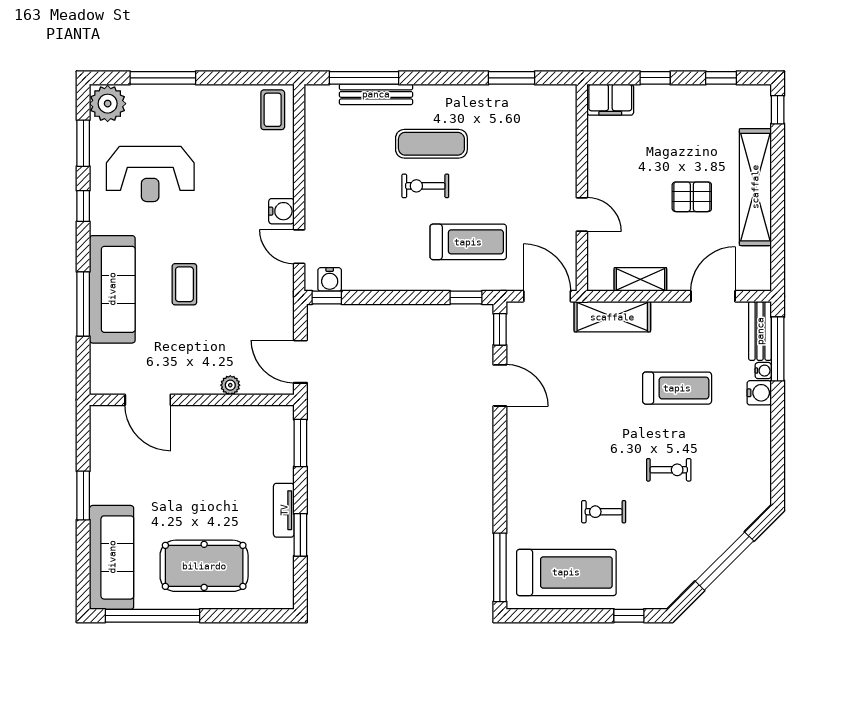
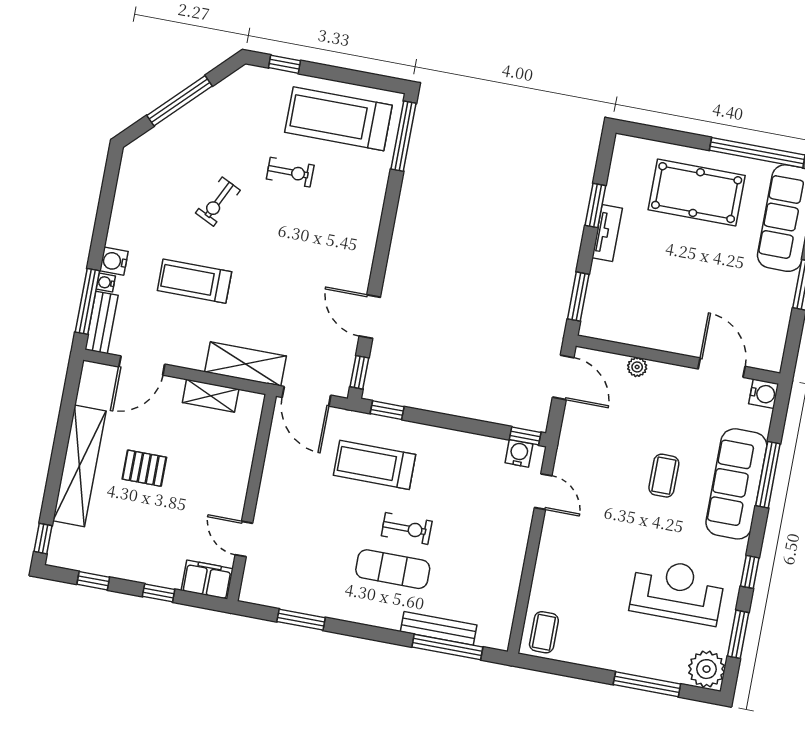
water cooler: (281, 211) -> (764, 394), moved, turned 180
door: (582, 215) -> (244, 539), moved
exercise bike: (669, 470) -> (218, 202), turned -64

